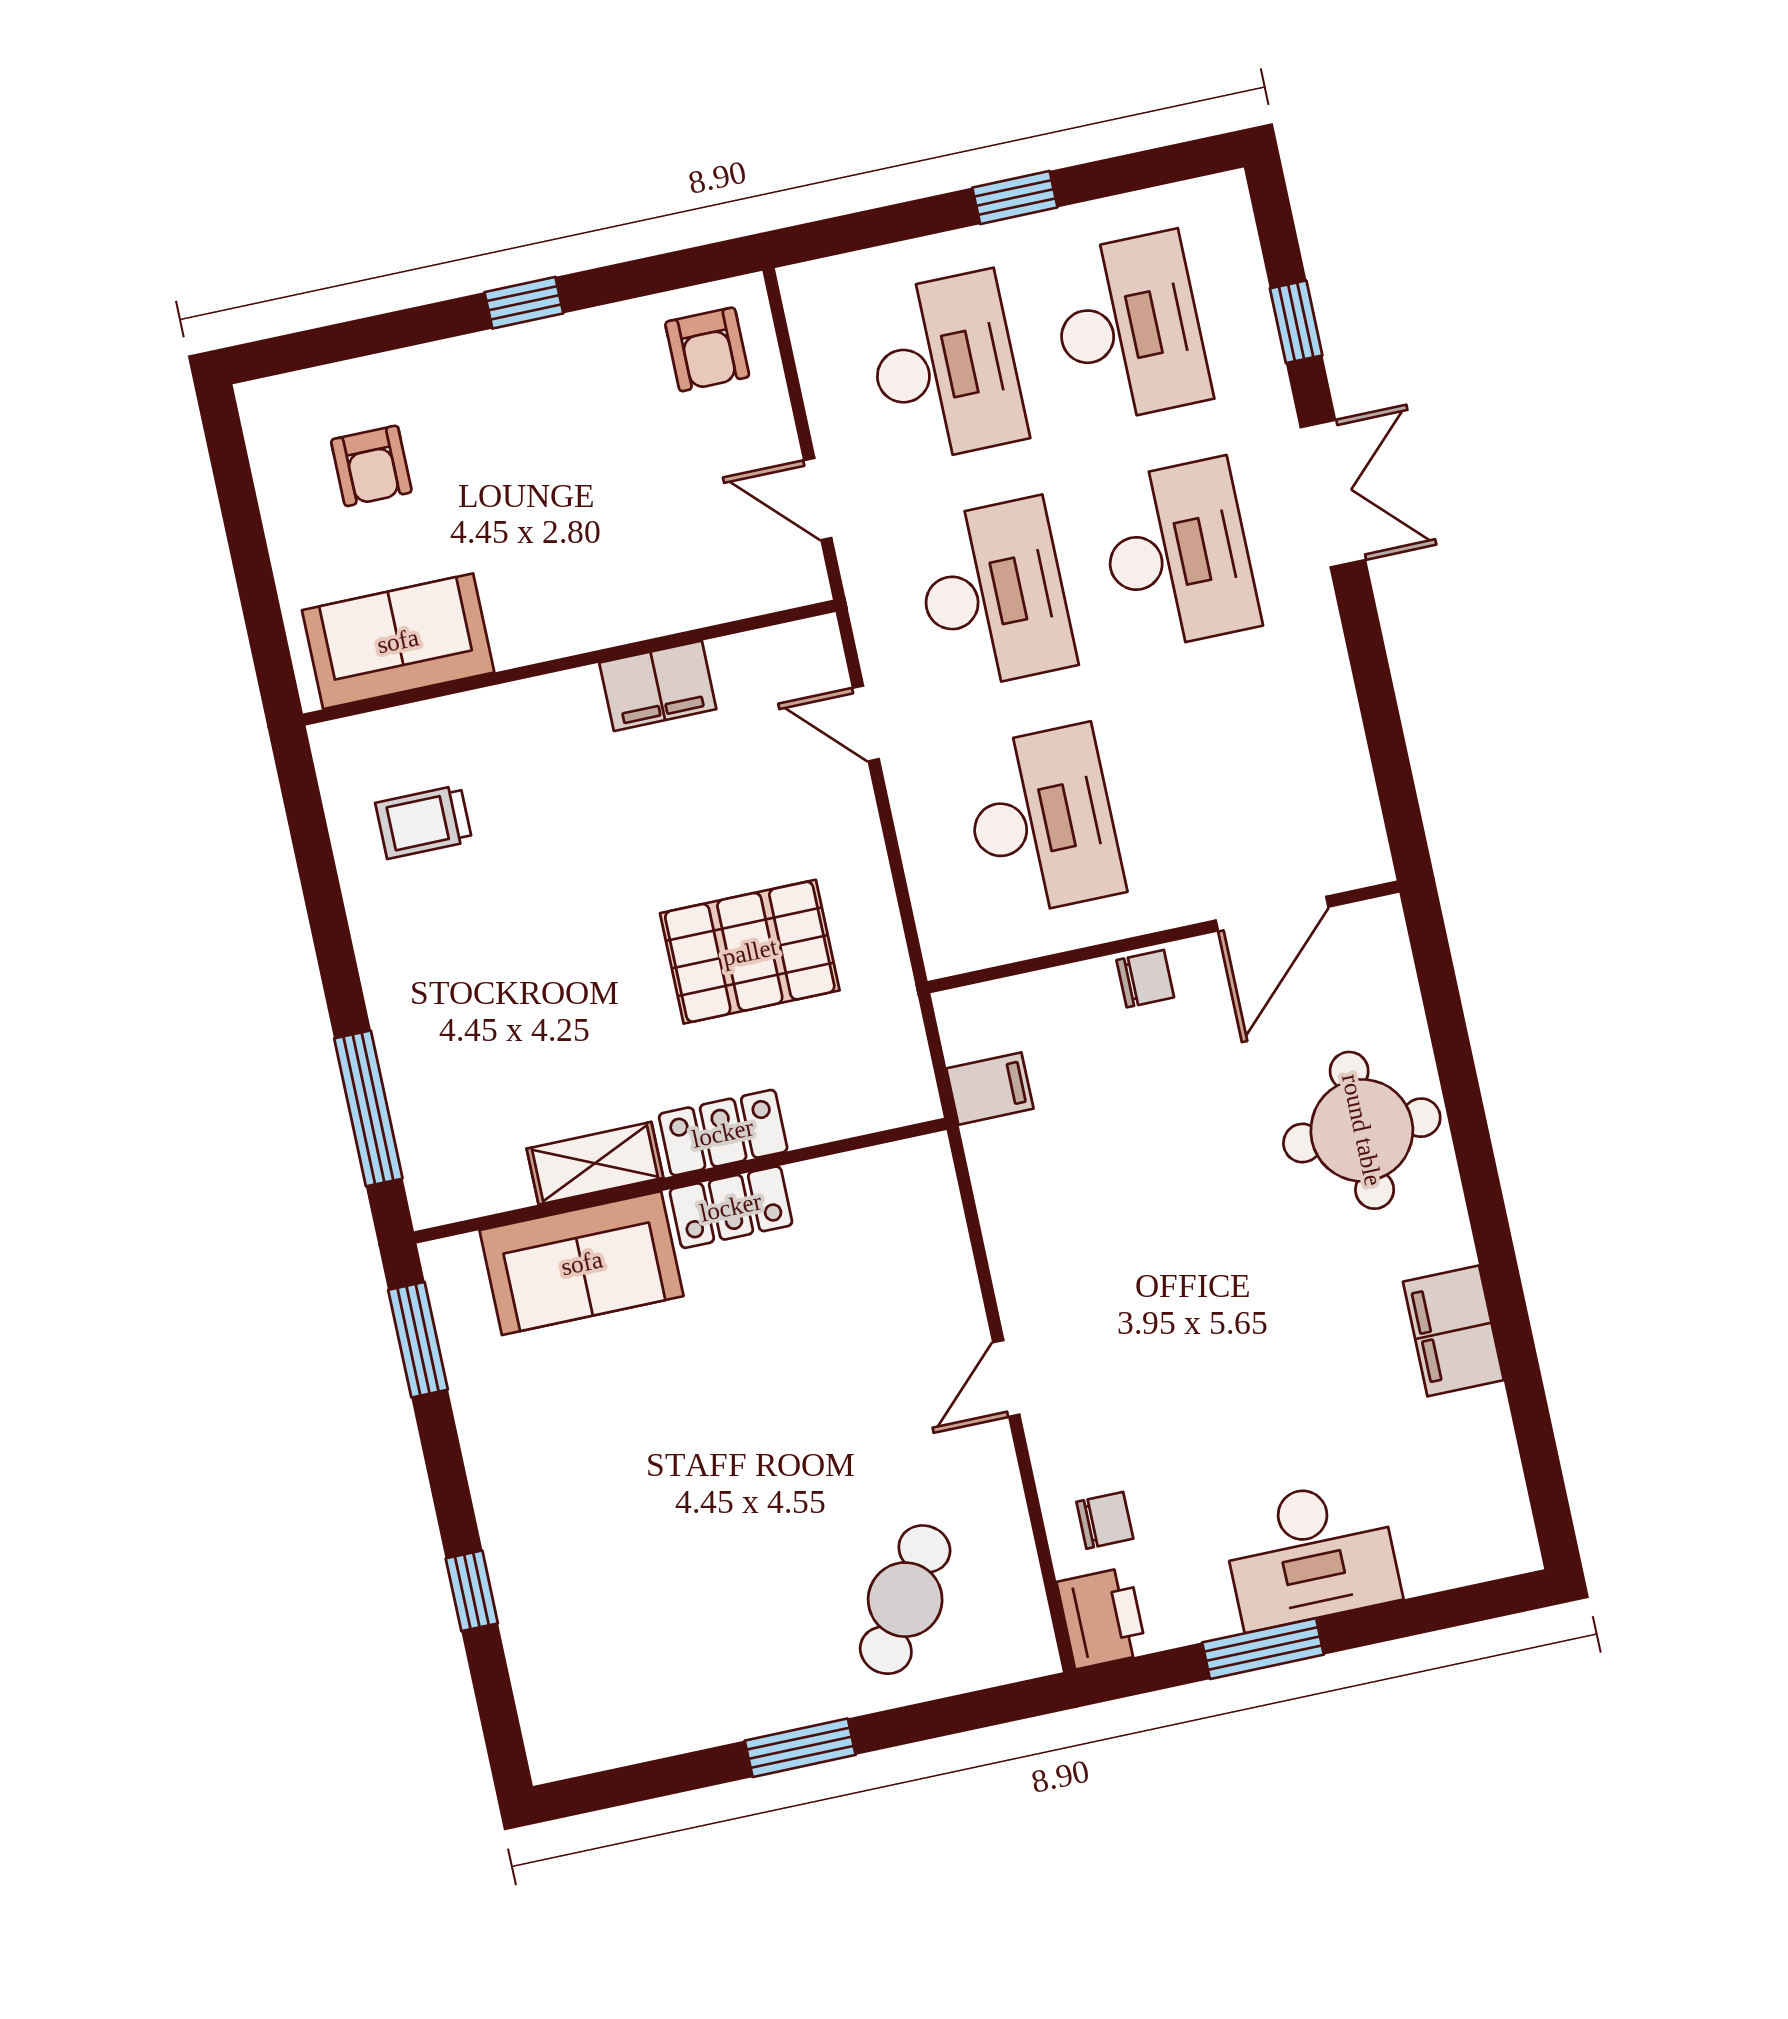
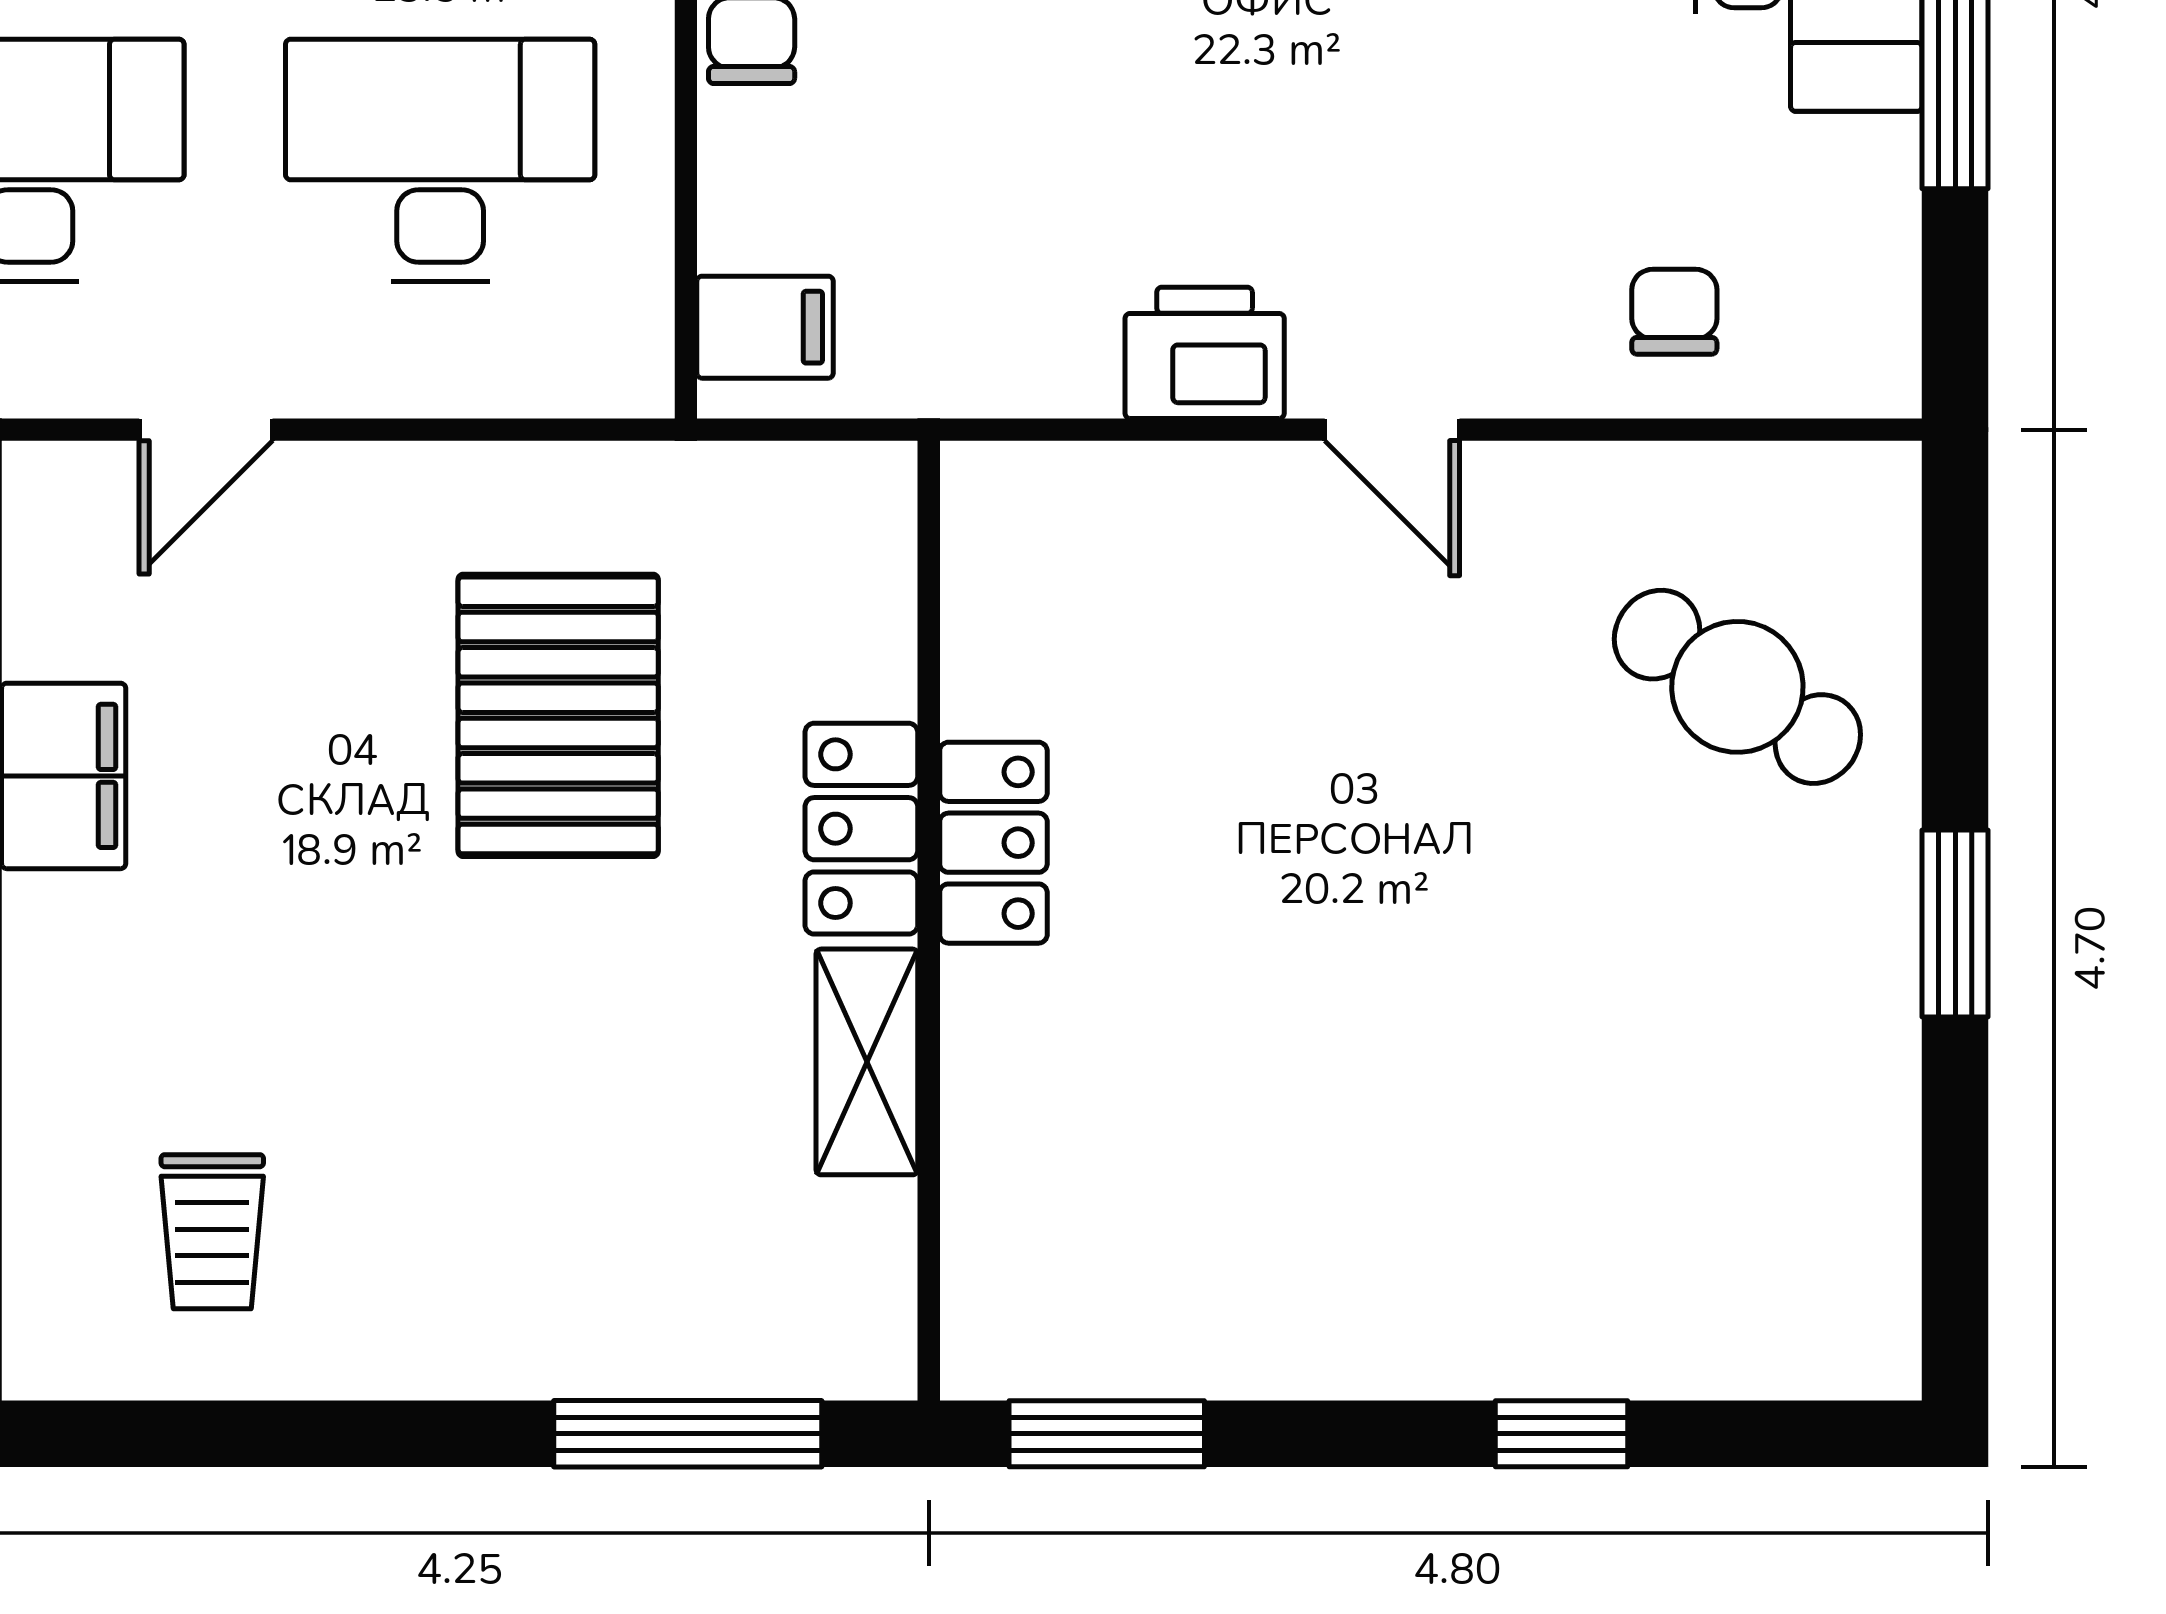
filing cabinet: (990, 1089) -> (765, 327), moved, turned 90
sofa: (582, 1263) -> (1035, 1122), removed
printer: (1102, 1618) -> (1205, 353), moved

